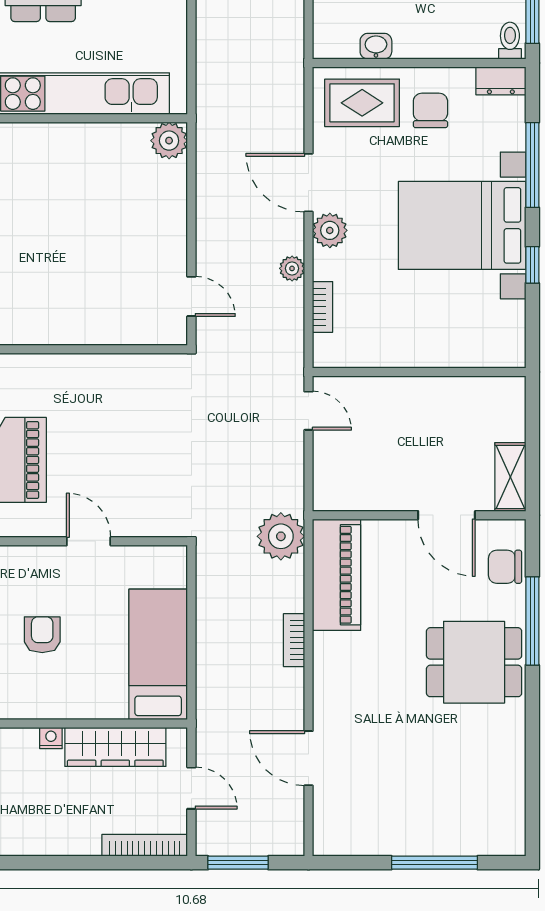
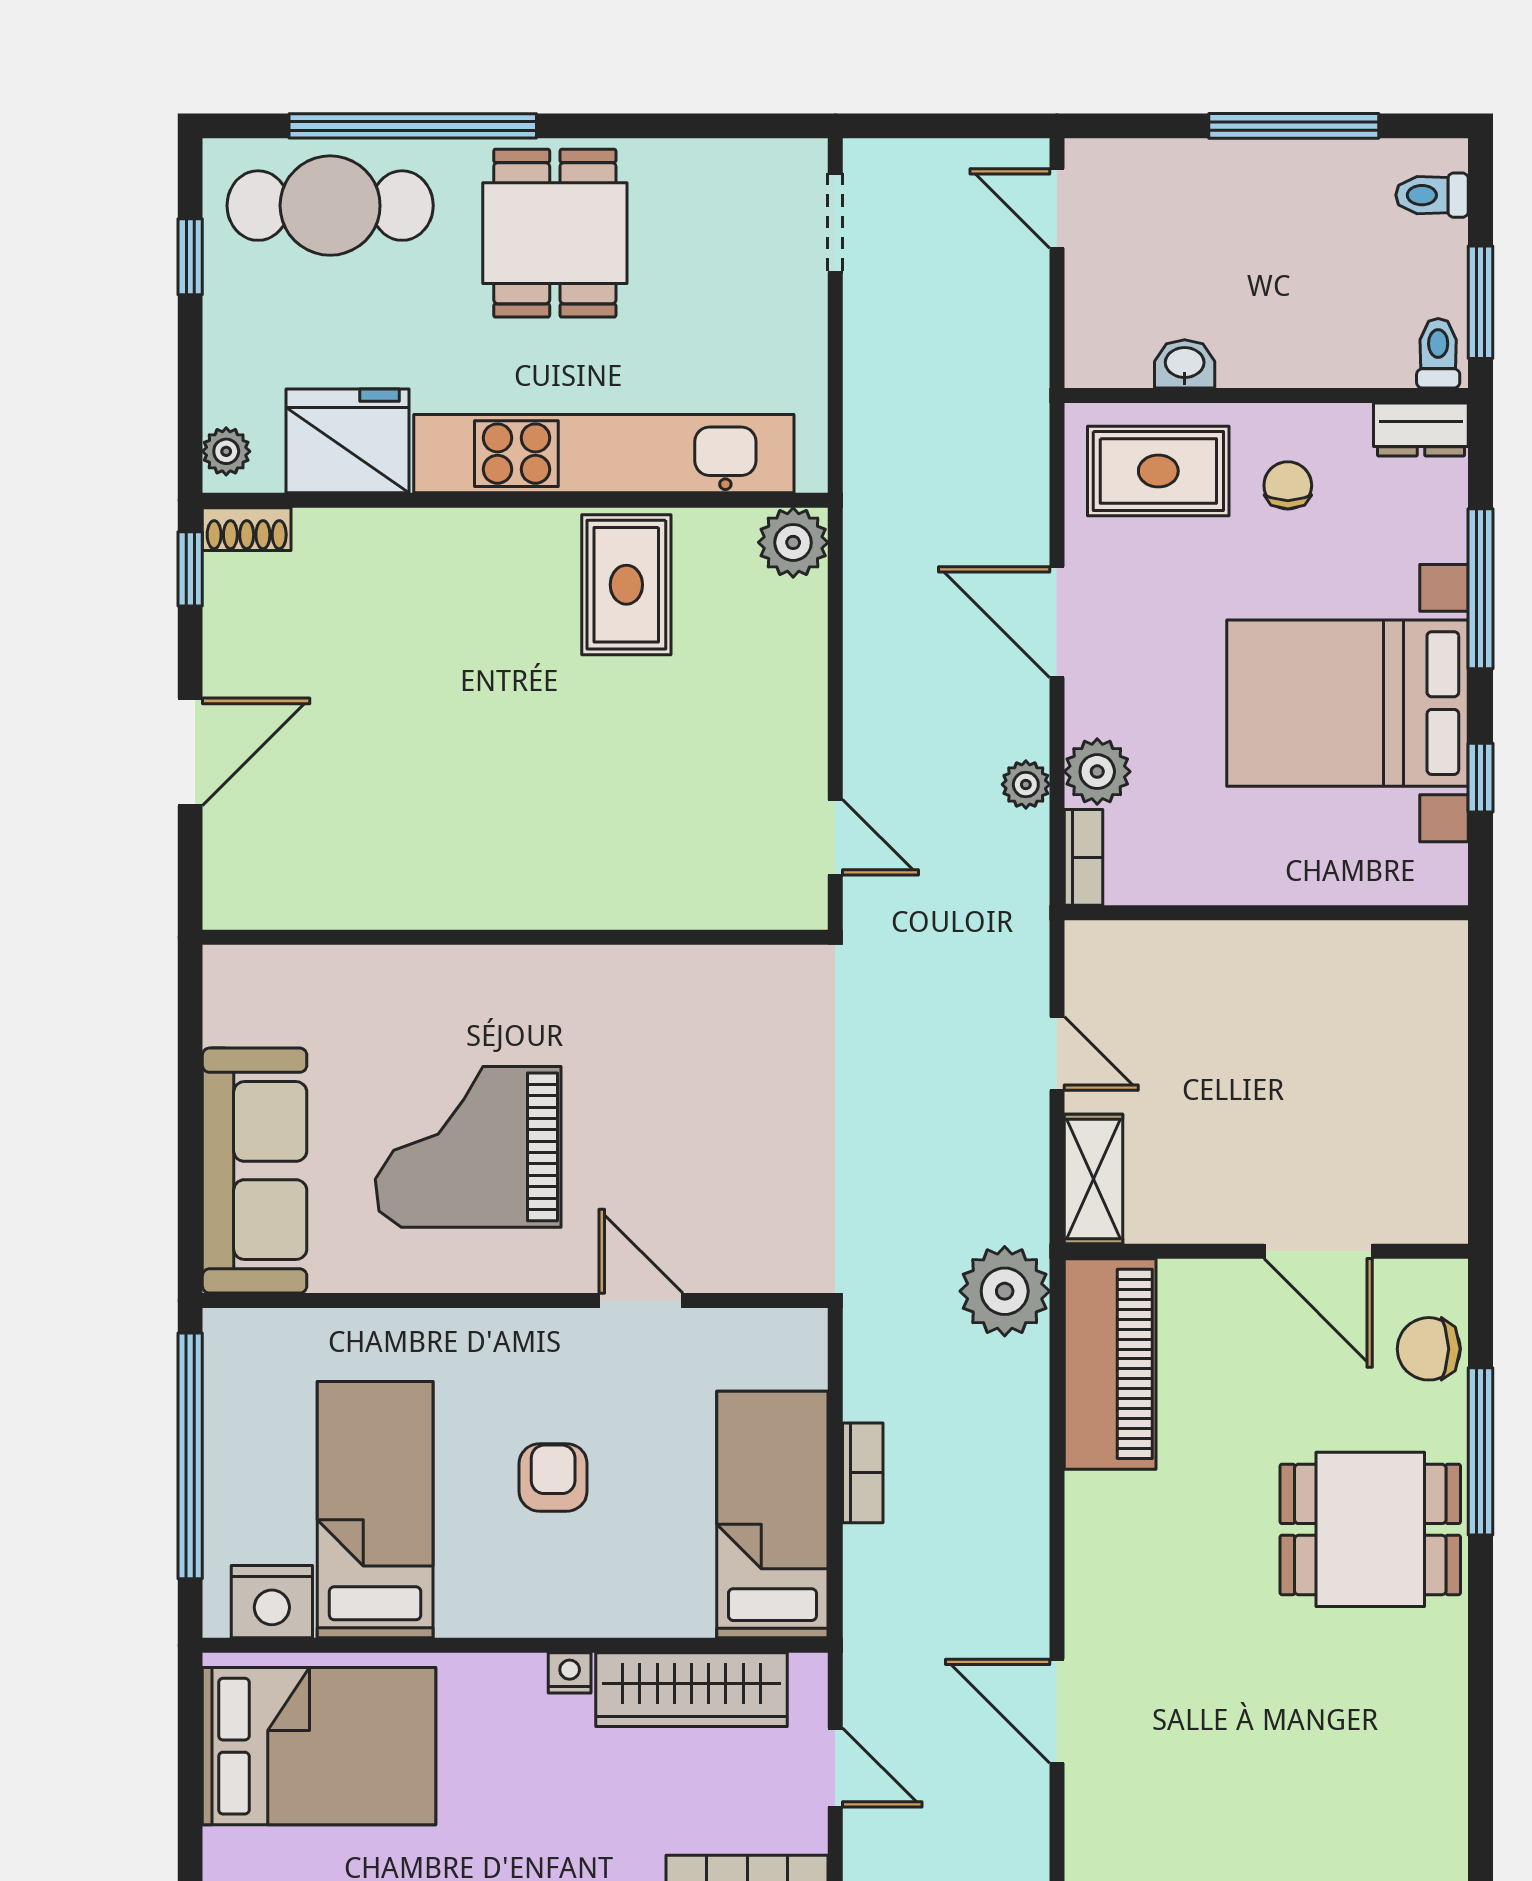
chair: (430, 110) -> (1288, 485), width x0.73, depth x0.73
rug: (81, 163) -> (626, 585), added
plant: (330, 230) -> (1097, 772), moved
wall: (419, 372) -> (1266, 913), moved
shelving: (510, 477) -> (1094, 1179), moved
bookcase: (294, 640) -> (863, 1473), moved, turned 180

